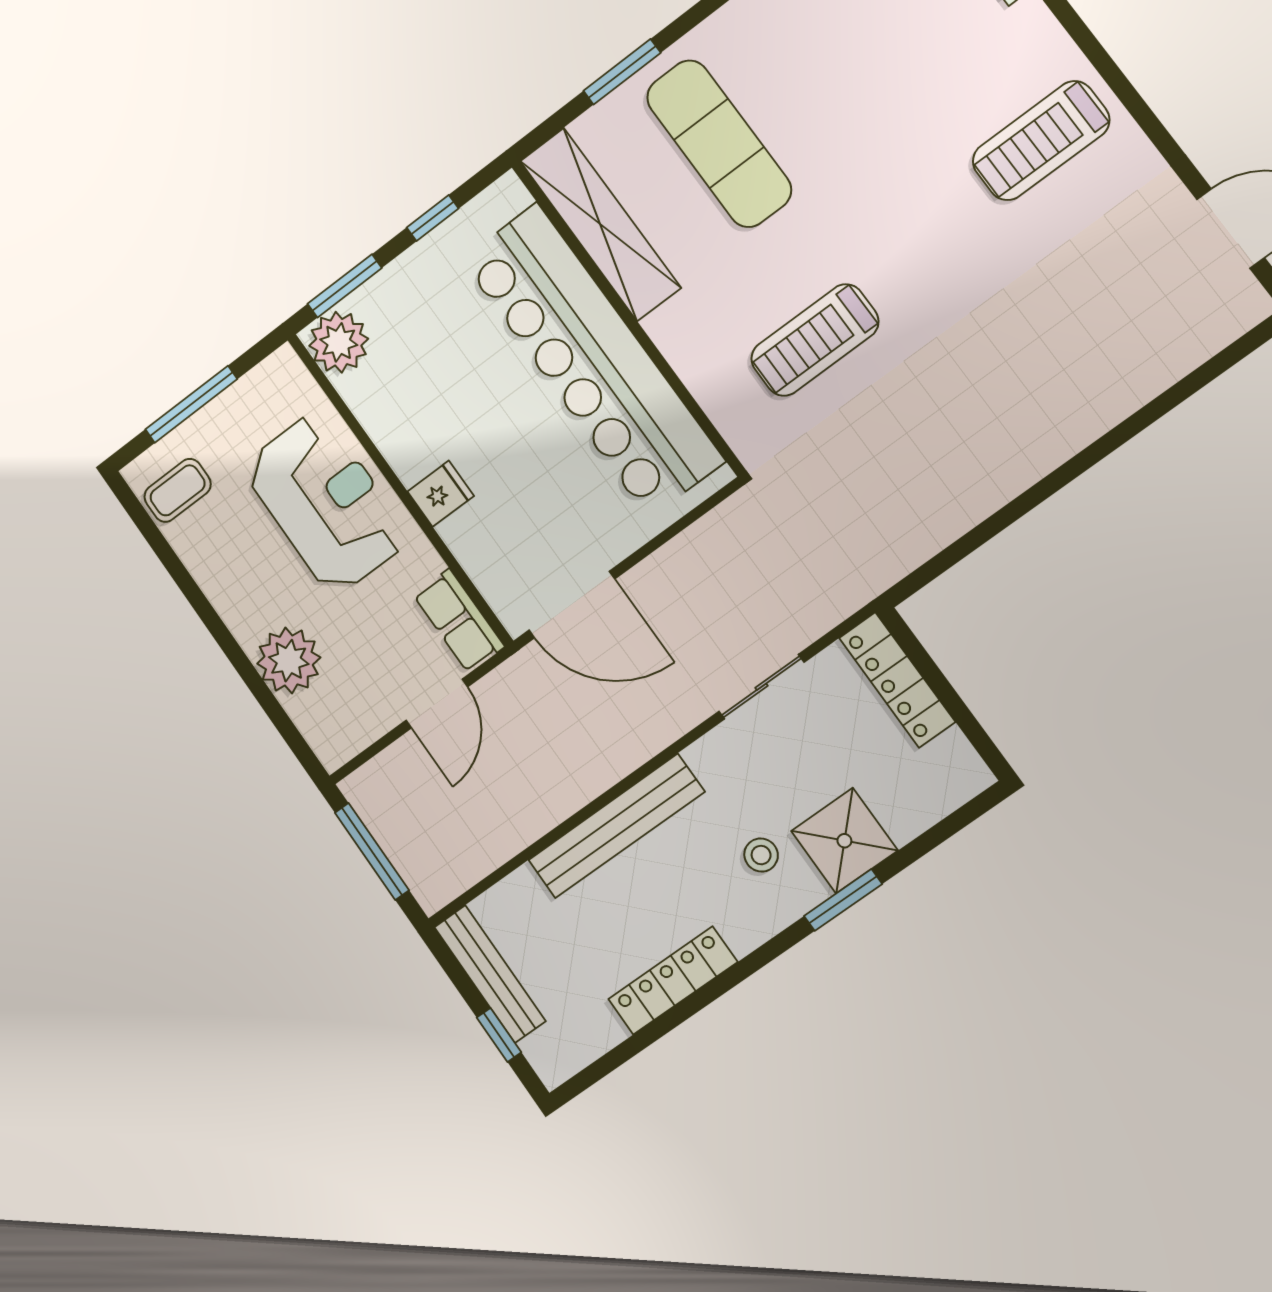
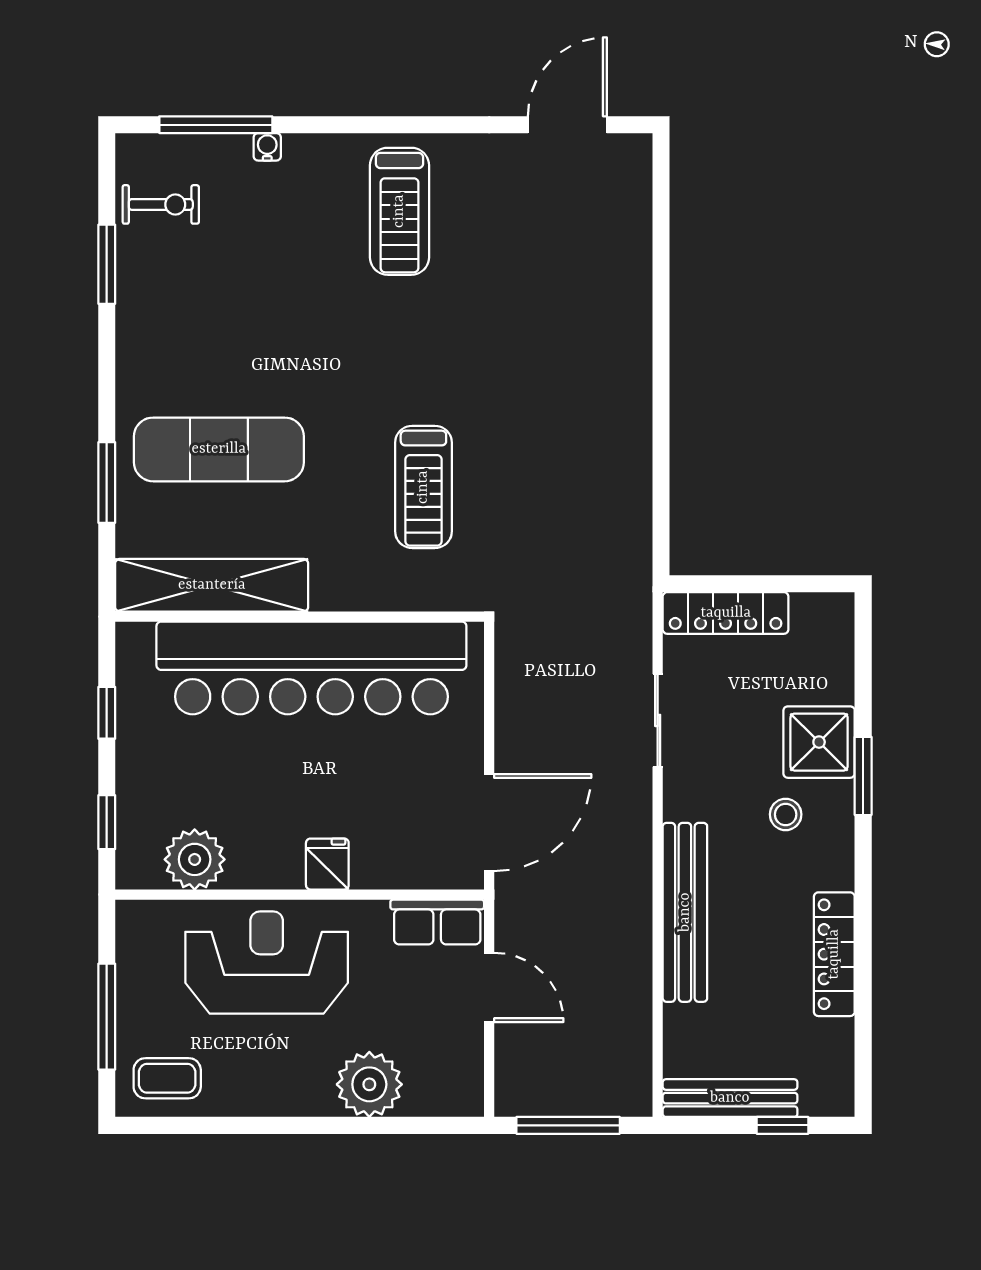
window: (345, 286) -> (107, 822), width x0.67
plant: (339, 342) -> (195, 859), moved
coffee table: (178, 490) -> (167, 1078), turned 90

